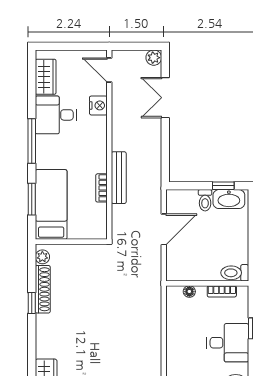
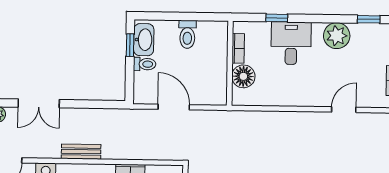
bench: (119, 178) -> (81, 152), moved, width x0.73
toilet: (235, 273) -> (187, 34), moved
floor lamp: (189, 291) -> (243, 76), width x1.89, depth x1.89

